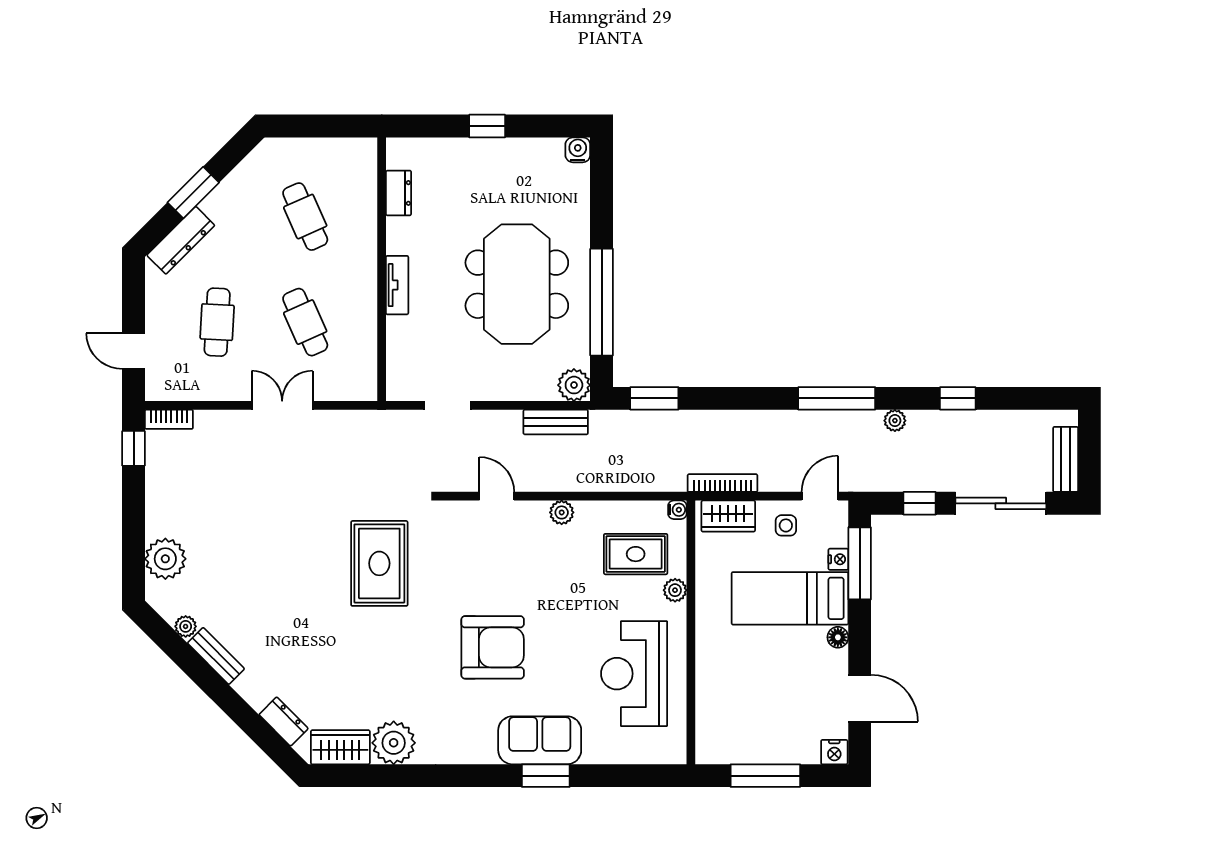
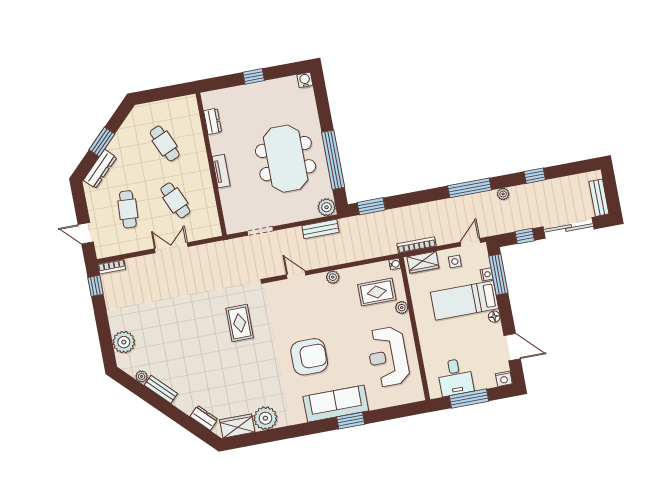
rug: (379, 563) -> (240, 323), width x0.73, depth x0.70
desk: (748, 733) -> (455, 377), added
sofa: (540, 740) -> (336, 404), width x1.36

